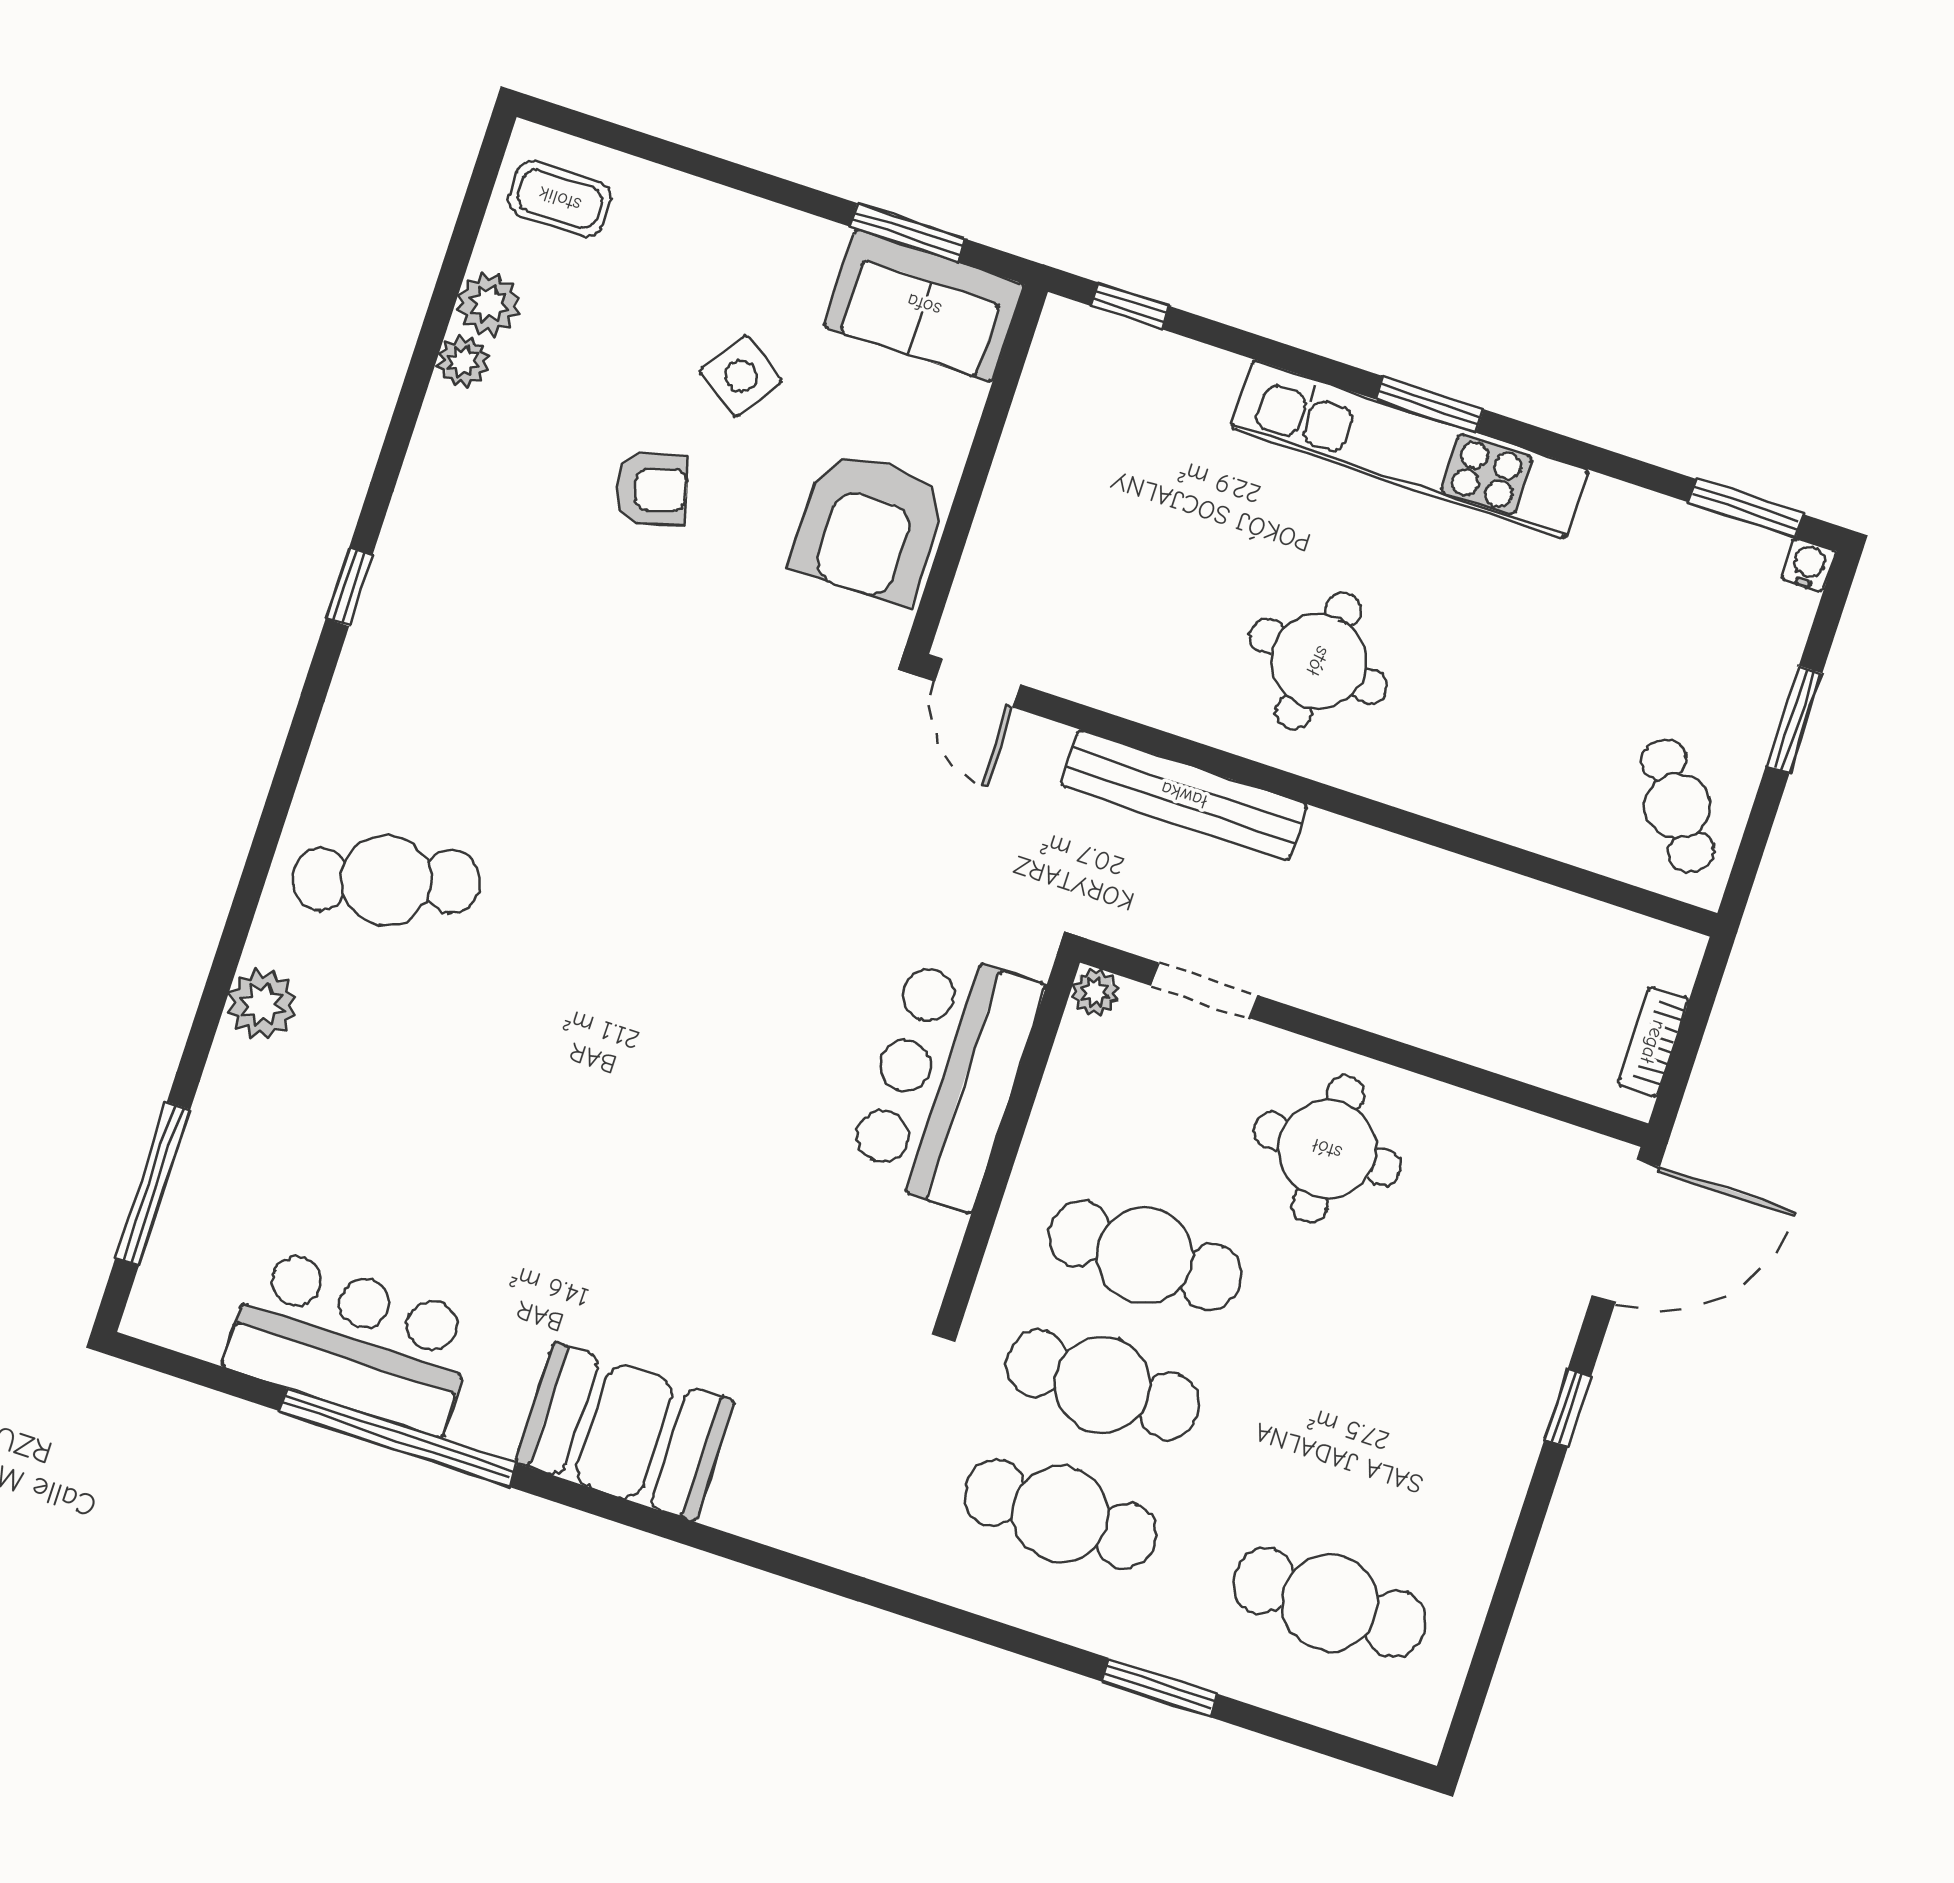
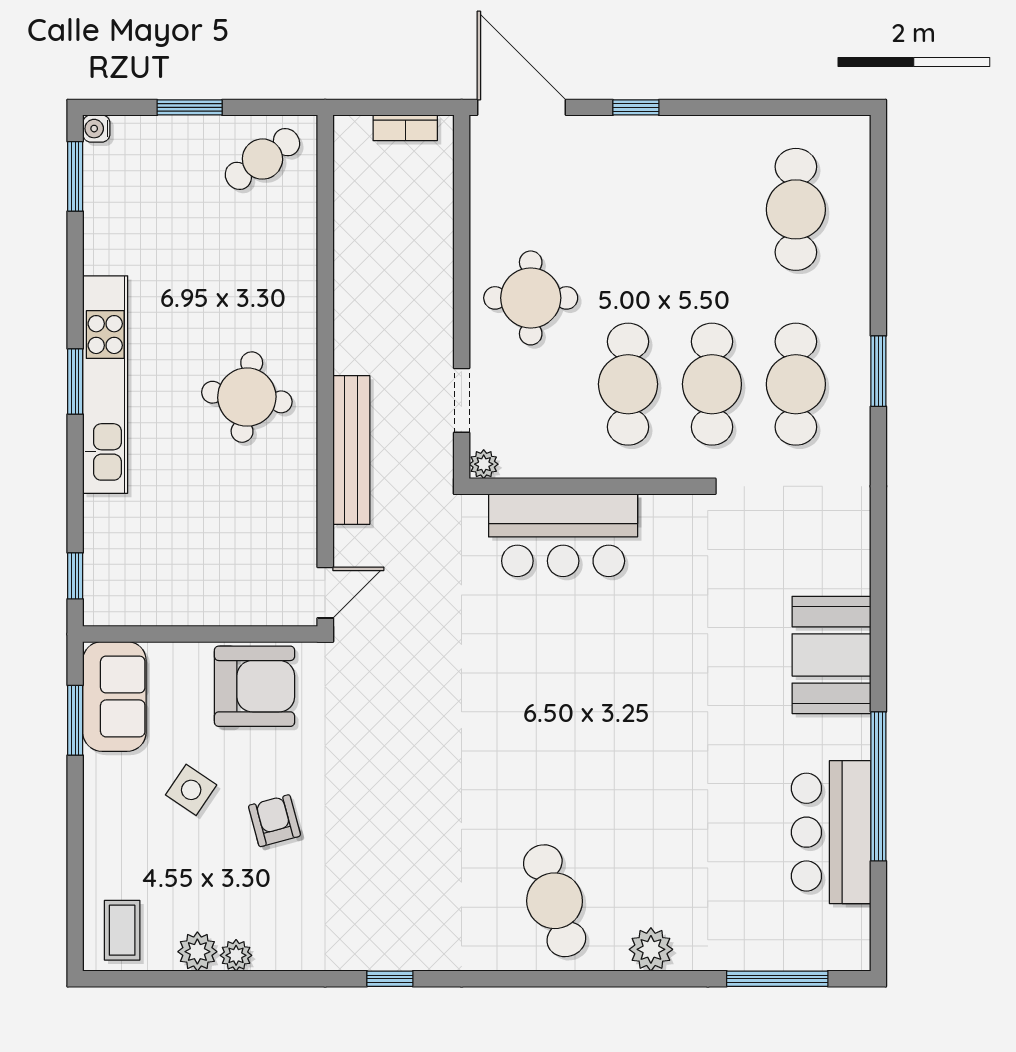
window: (1159, 1687) -> (878, 371), moved

